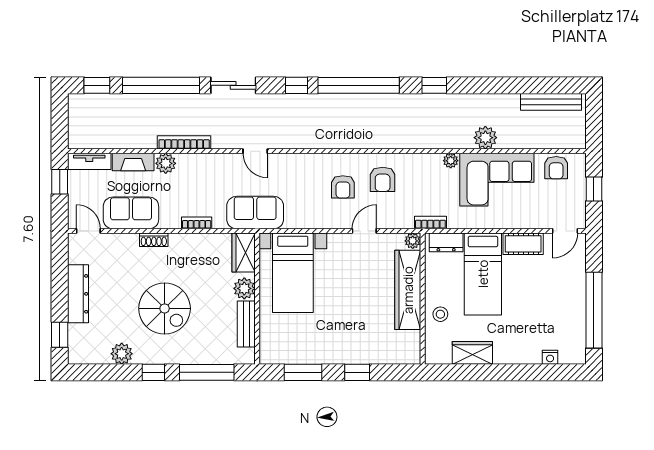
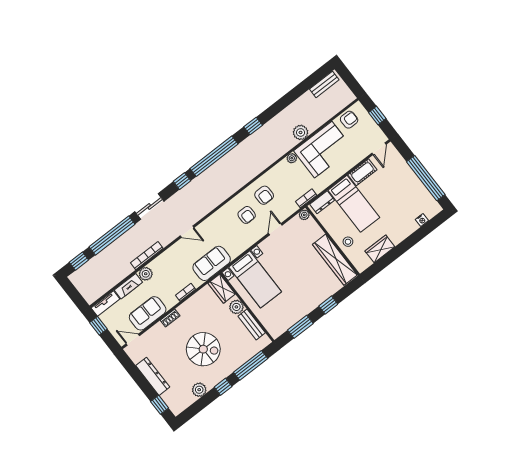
bench: (551, 102) -> (324, 84), width x0.73
armchair: (556, 168) -> (349, 120), turned -90
wardrobe: (408, 290) -> (335, 260), moved

